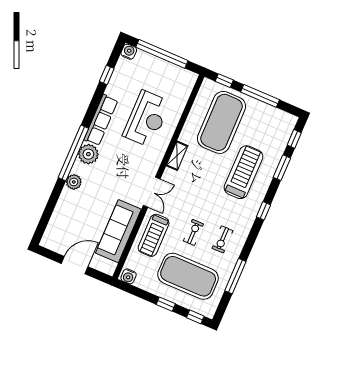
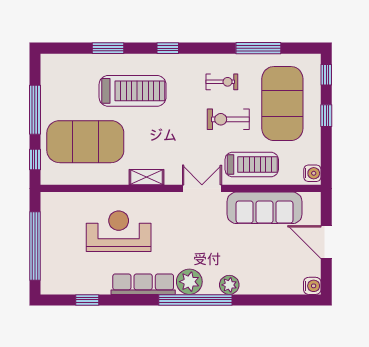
water cooler: (129, 52) -> (312, 286), moved, turned 180
window: (294, 139) -> (68, 48), removed
treadmill: (244, 172) -> (133, 91), turned 180
exercise bike: (193, 232) -> (228, 119), width x1.38, depth x1.39

